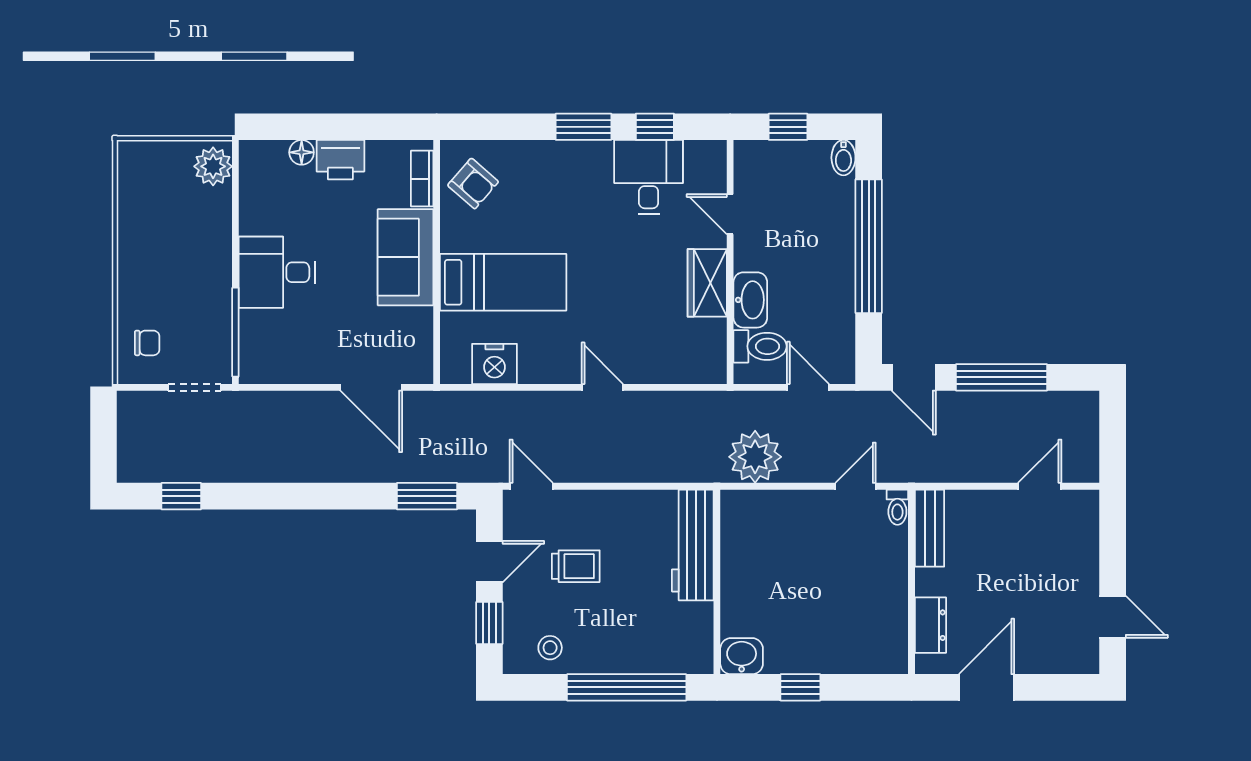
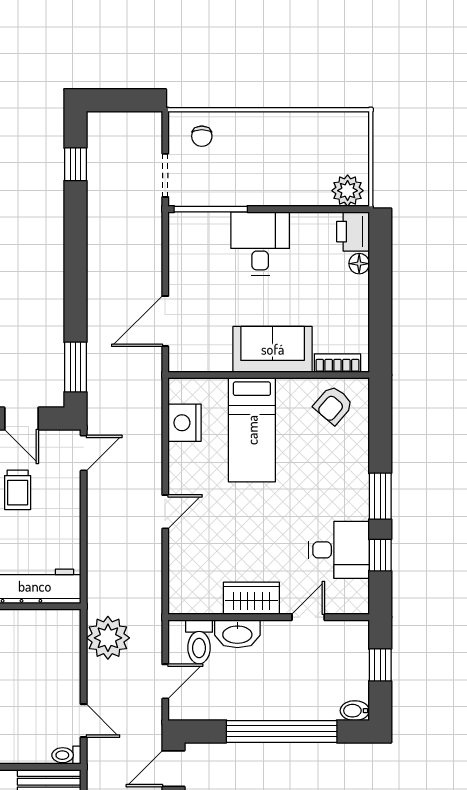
printer: (340, 160) -> (353, 232), moved

